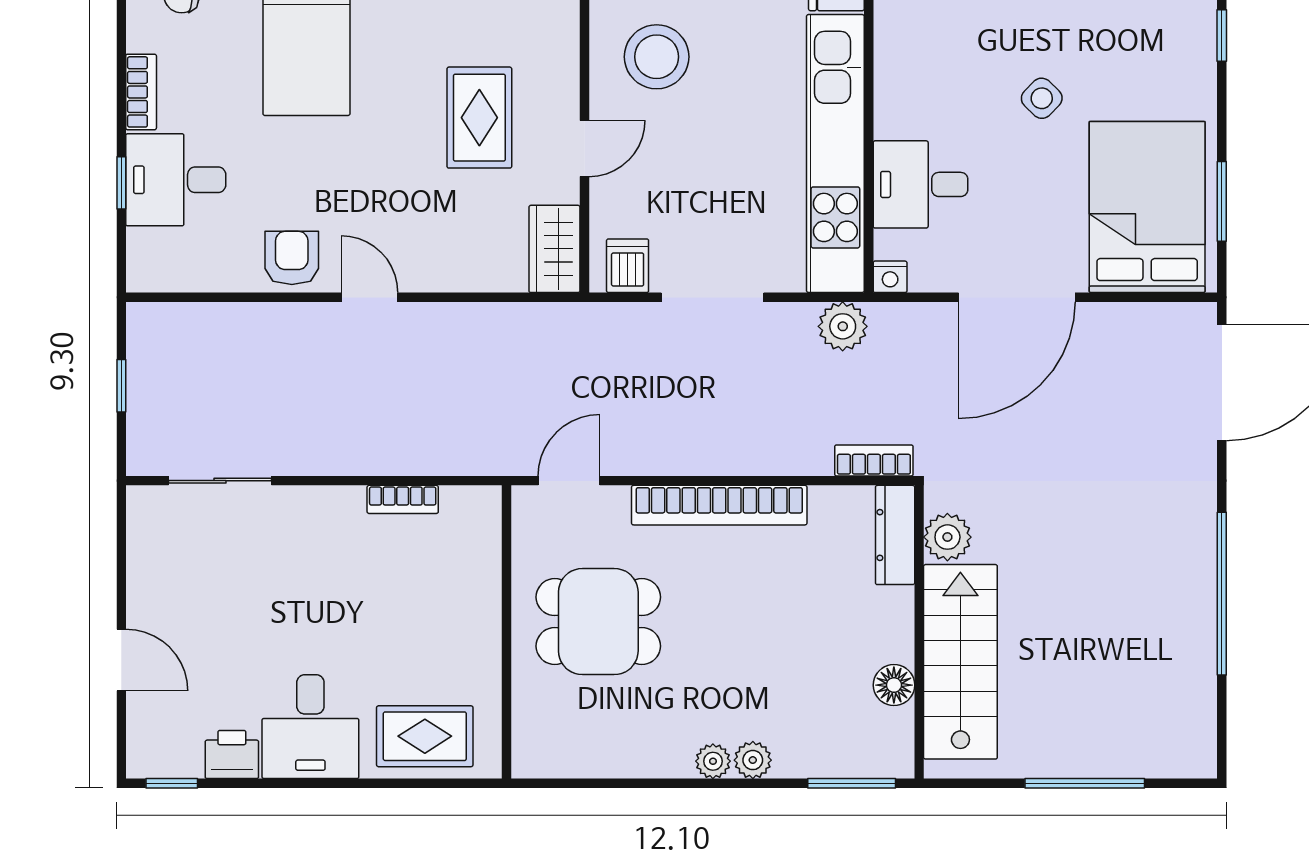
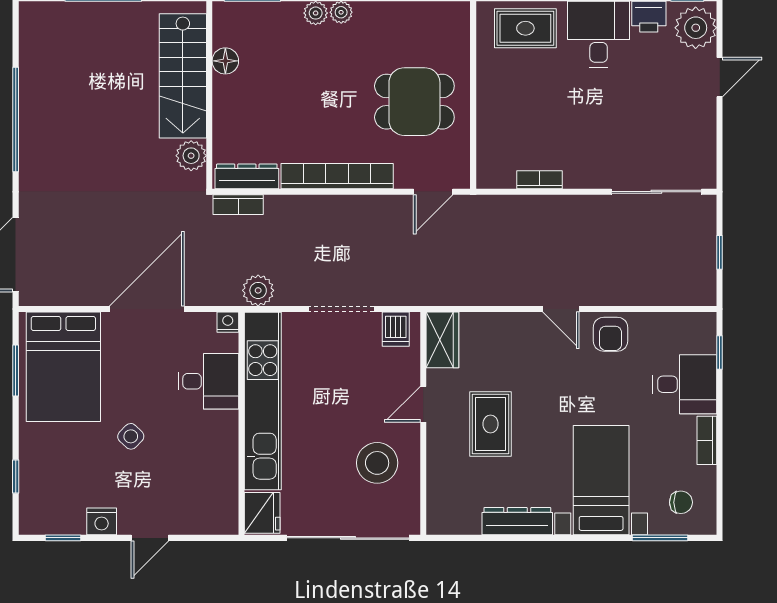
window: (121, 183) -> (720, 352), moved
sliding door: (220, 481) -> (656, 192), width x1.37
dresser: (895, 535) -> (247, 176), moved, turned -90
door: (121, 660) -> (720, 77), swing flipped
plant: (159, 737) -> (696, 28), added

